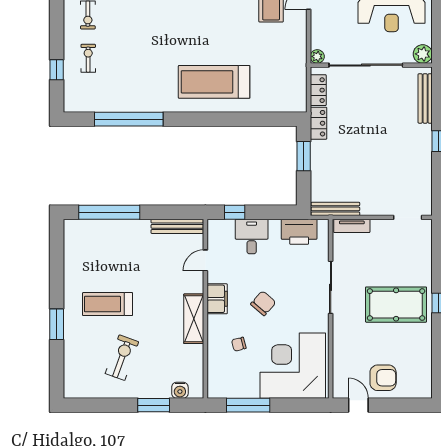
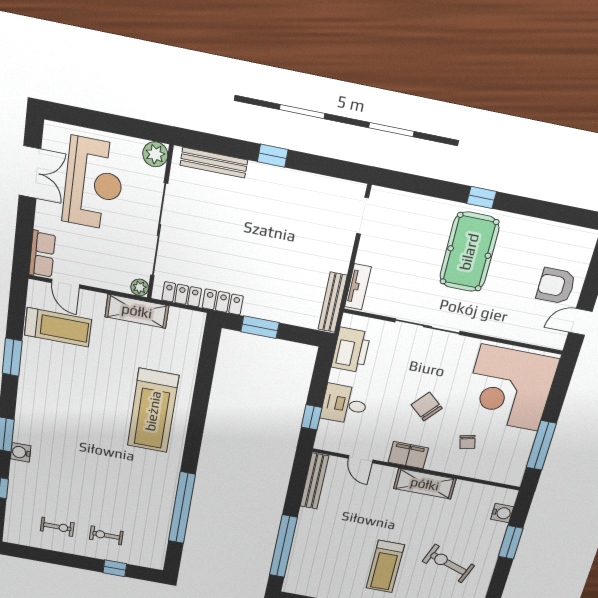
shelving: (297, 57) -> (137, 311), added
armchair: (383, 378) -> (556, 286), turned -90

